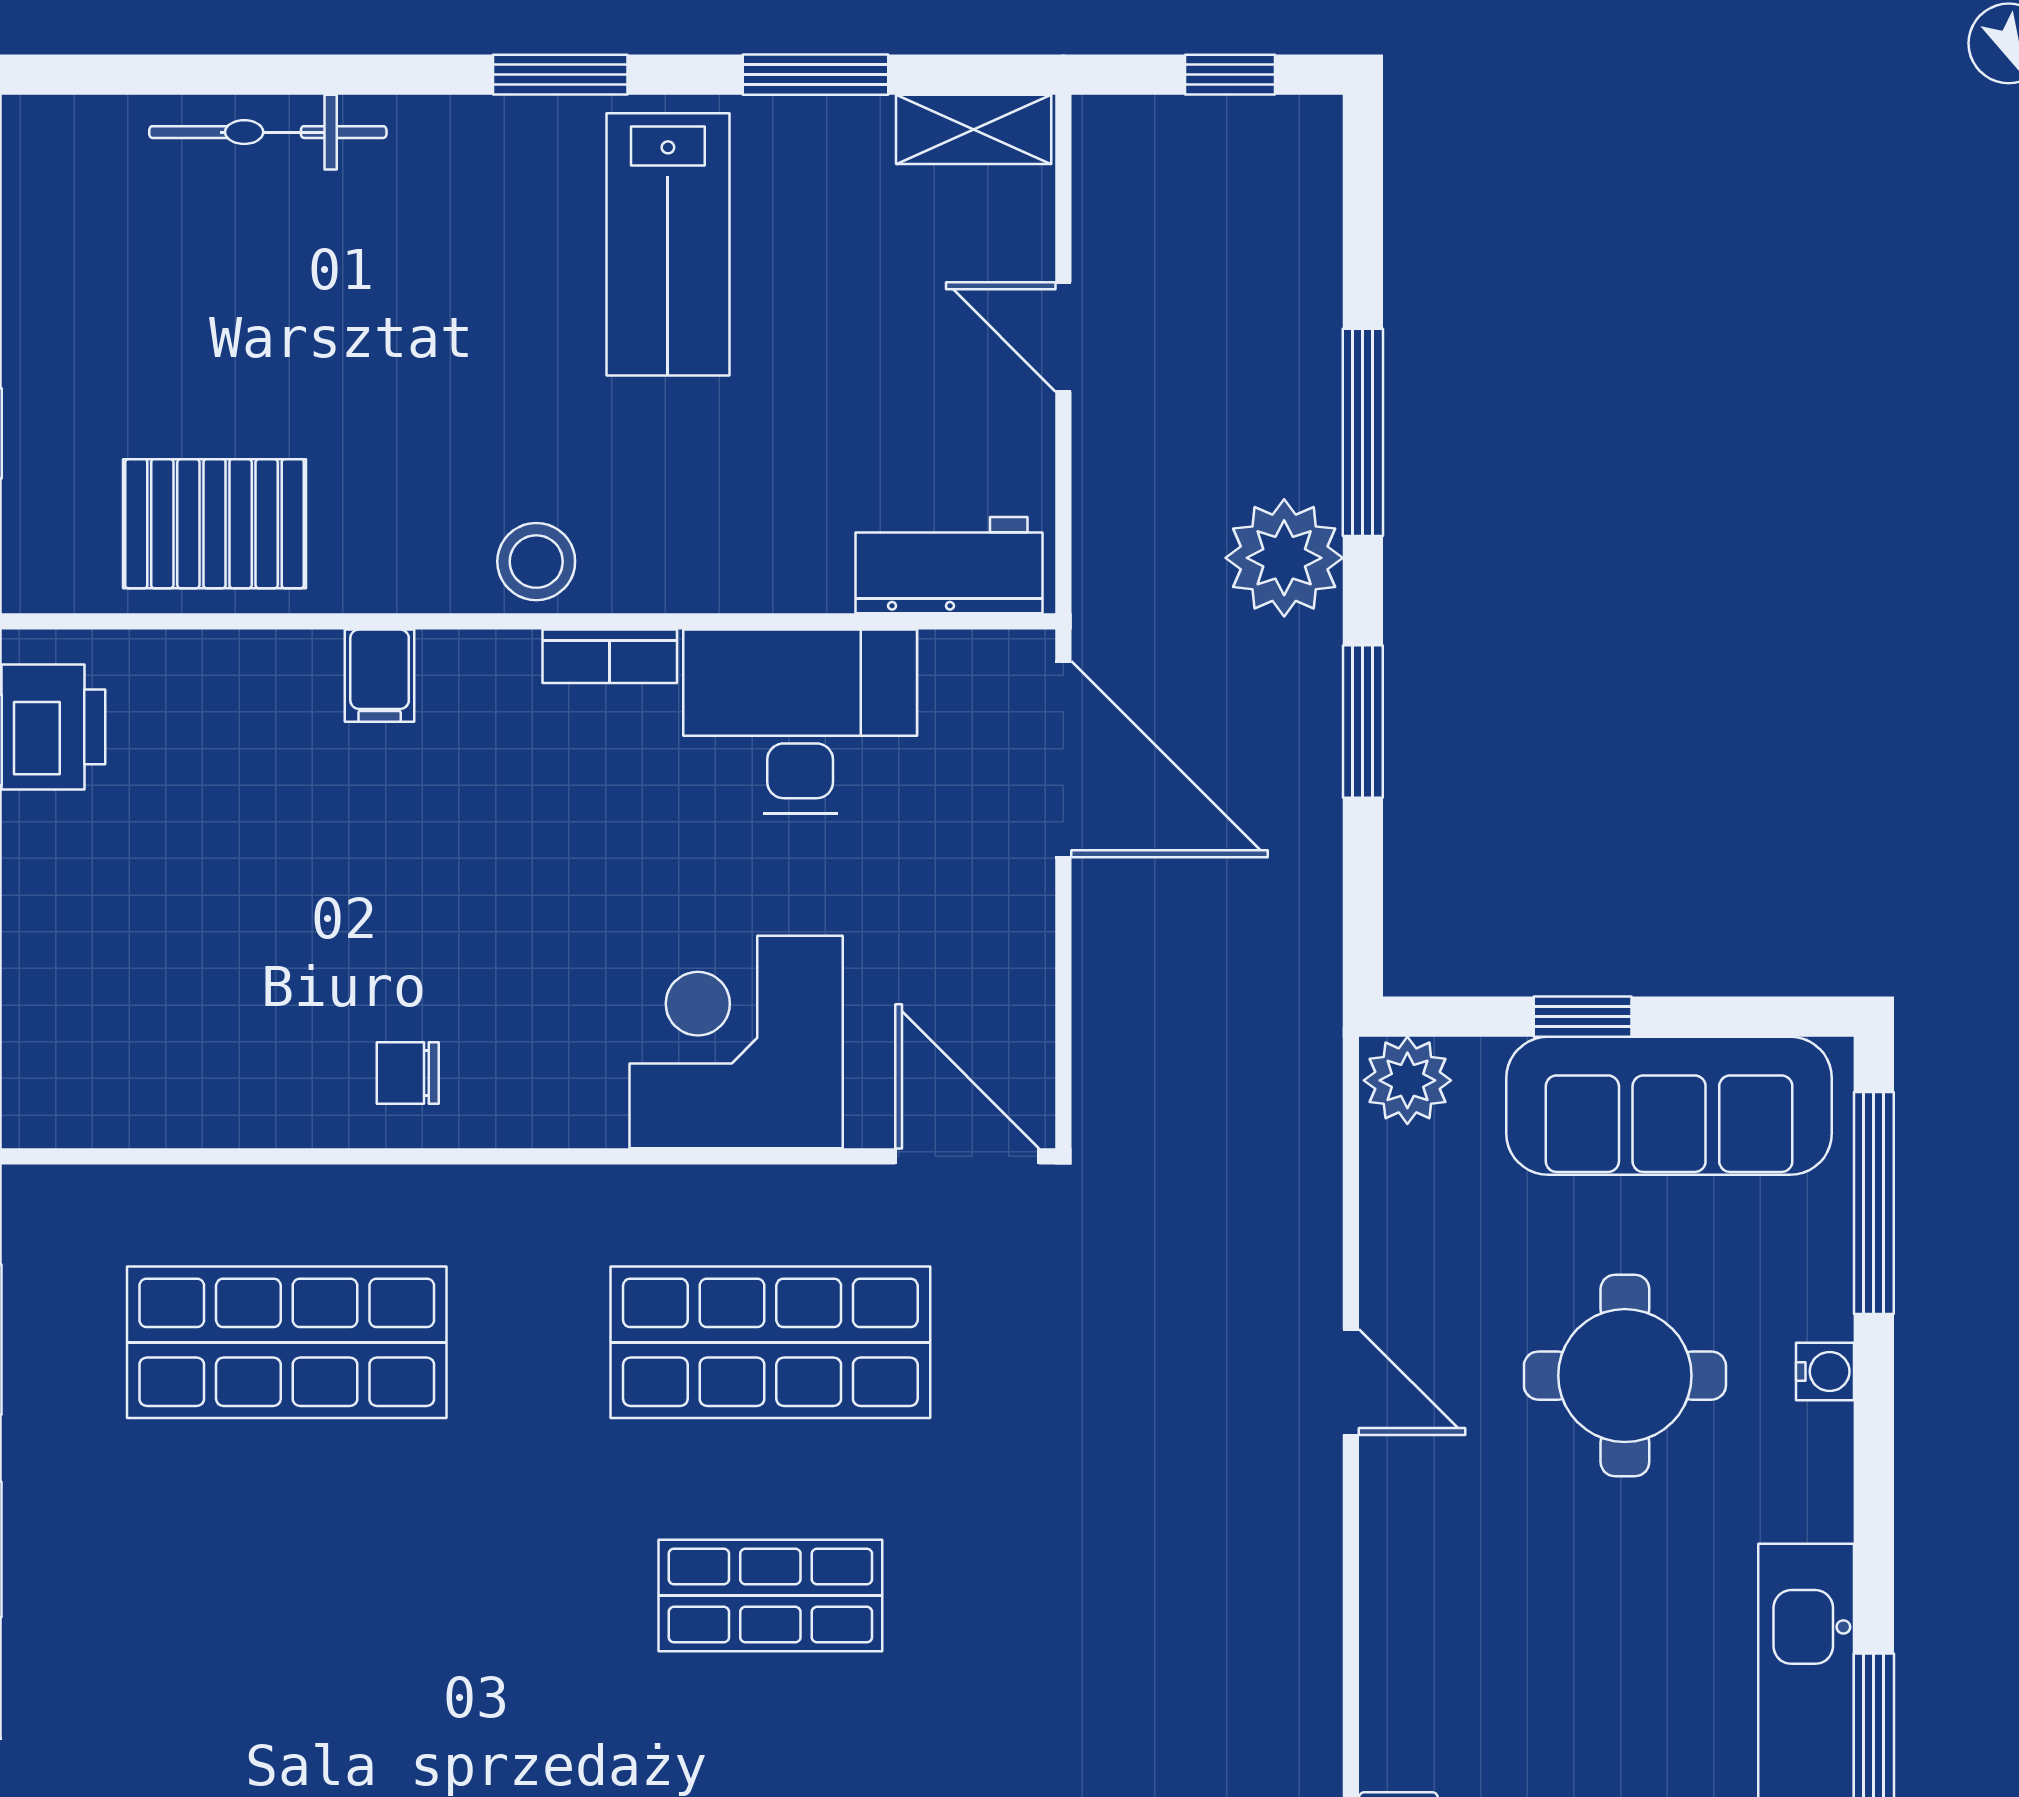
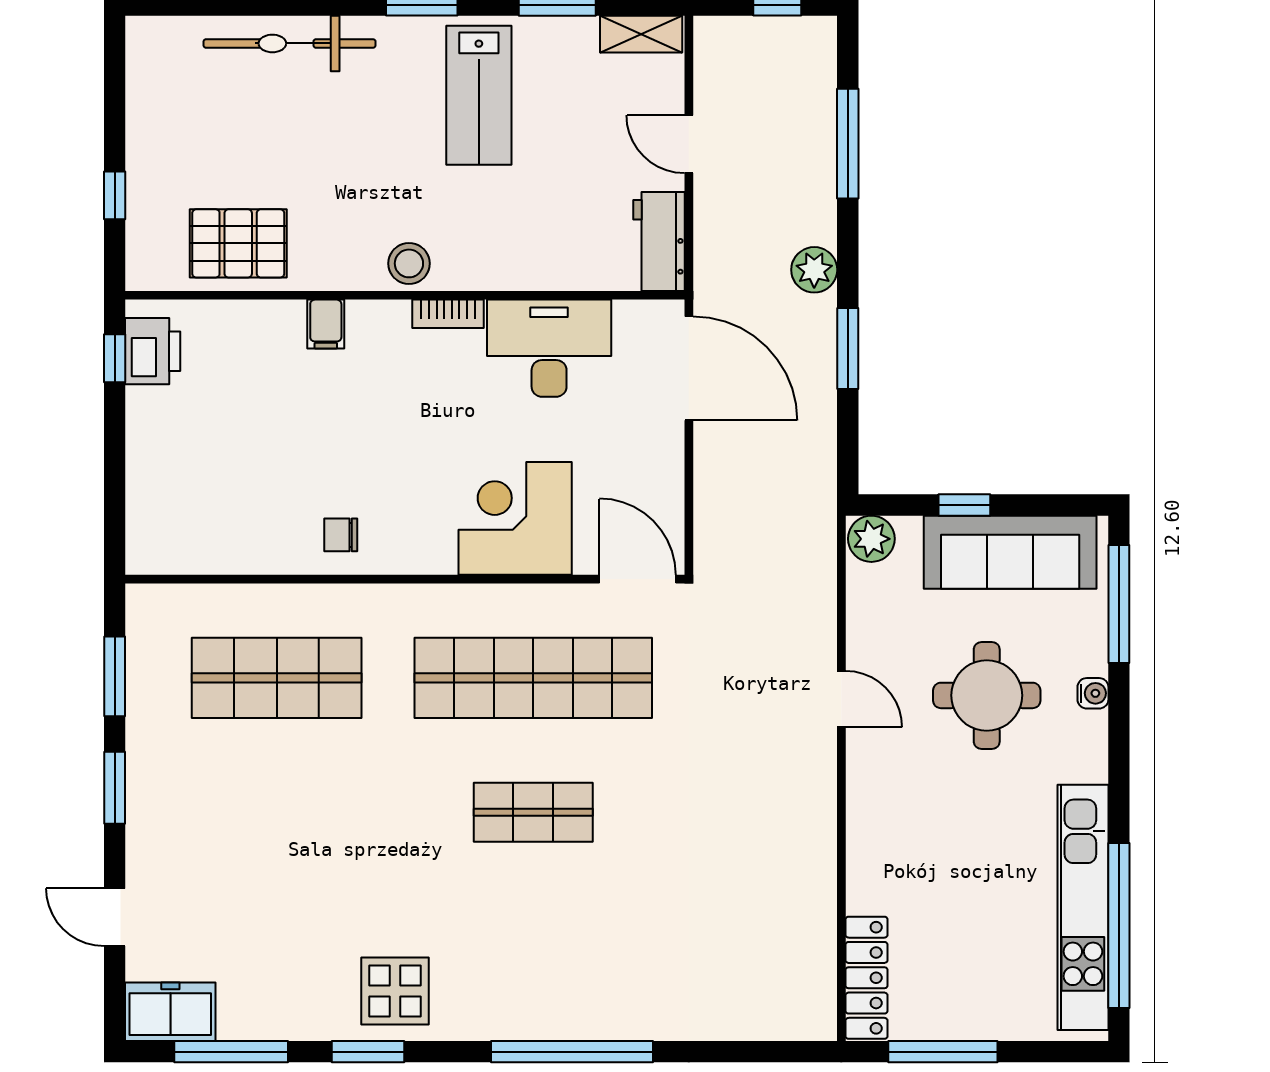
bicycle: (268, 132) -> (290, 43), width x1.37, depth x1.40
window: (1363, 432) -> (848, 144), moved
plant: (1284, 558) -> (814, 270), width x0.73, depth x0.73
workbench: (949, 565) -> (659, 241), moved, turned -90
shop shelf: (770, 1342) -> (533, 678), width x1.40

